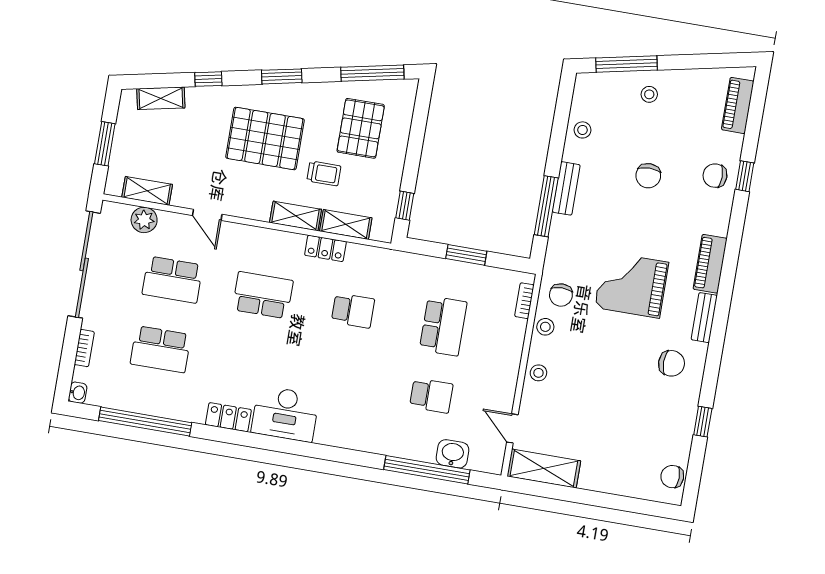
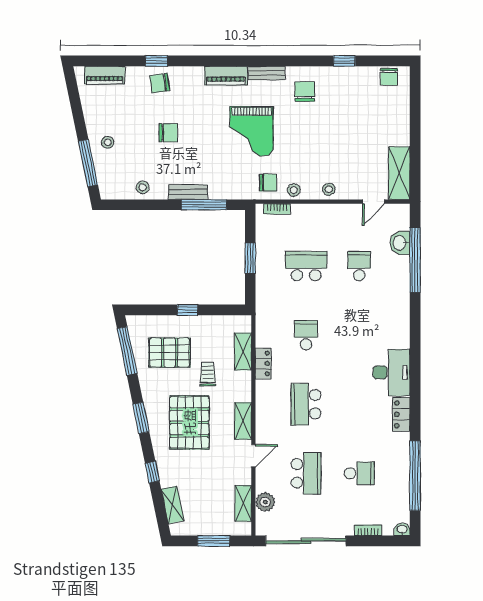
chair: (715, 176) -> (160, 83), turned 82
window: (405, 206) -> (188, 310), moved
shelving: (296, 216) -> (243, 421), moved
school desk: (161, 349) -> (359, 473), width x0.54

